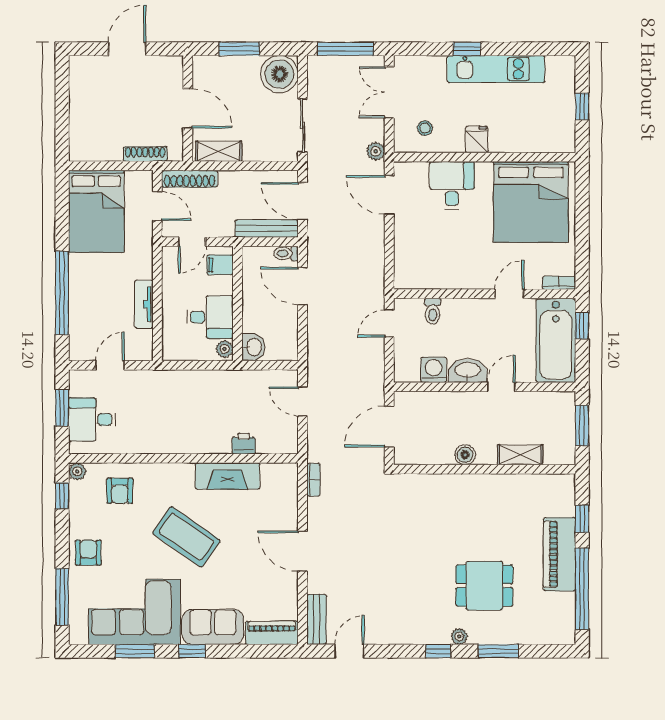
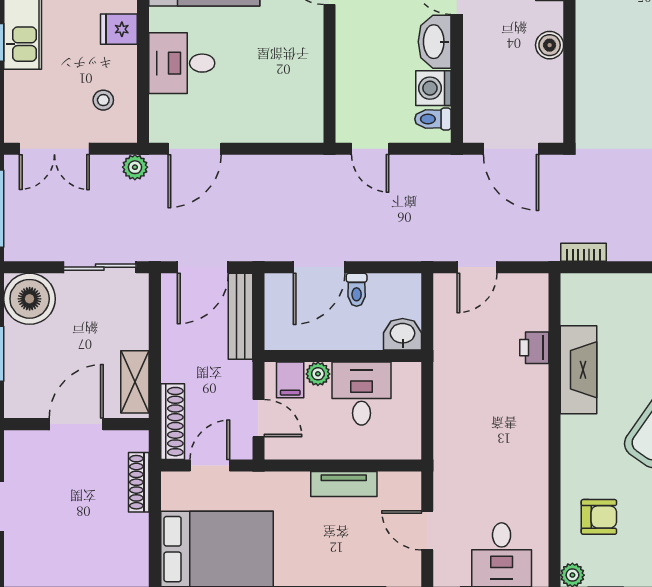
toilet: (286, 253) -> (357, 290), moved
toilet: (433, 311) -> (433, 119), moved, turned 180
plant: (225, 349) -> (318, 374), moved

